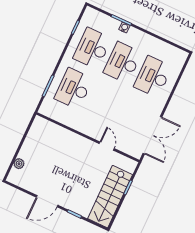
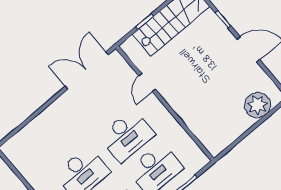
desk: (153, 77) -> (127, 136), moved
plant: (19, 164) -> (257, 105), width x1.88, depth x1.88

